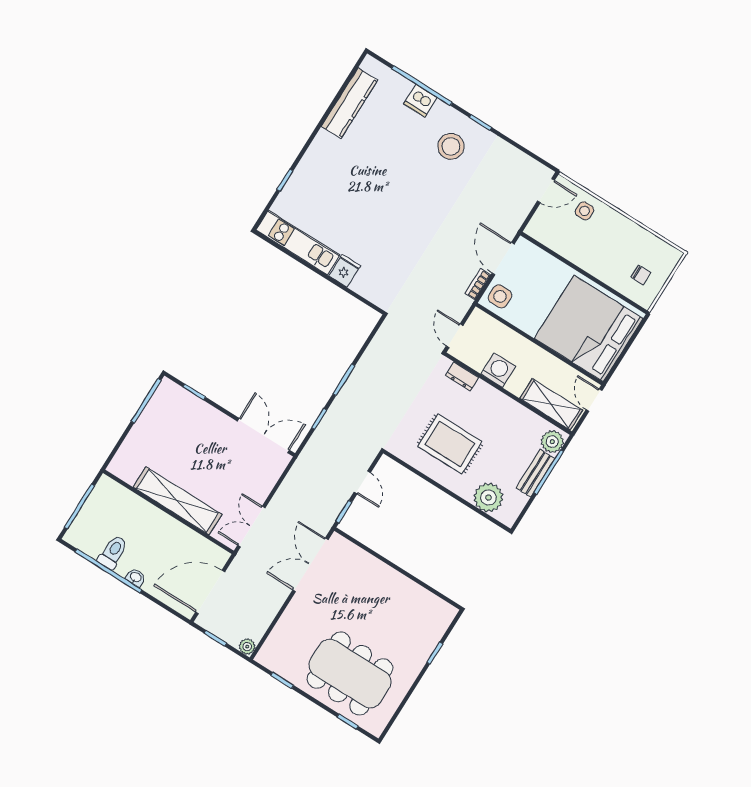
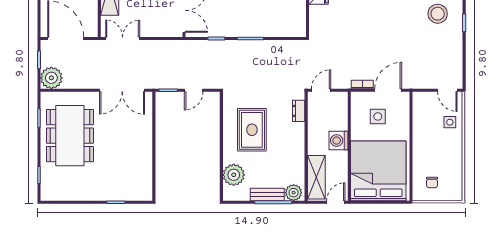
side table: (500, 296) -> (378, 116), moved
washing machine: (498, 370) -> (338, 141), moved, turned 180
double door: (310, 565) -> (122, 90), swing flipped
plant: (247, 647) -> (51, 78), width x1.88, depth x1.88
dining table: (350, 674) -> (70, 136), moved

